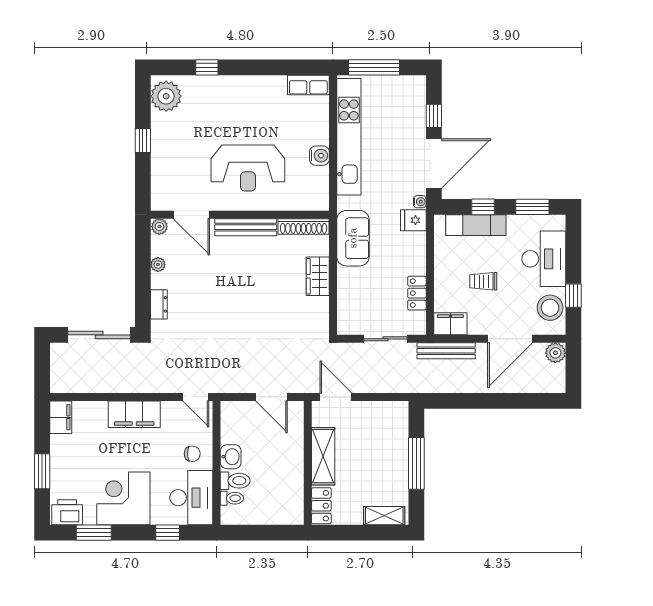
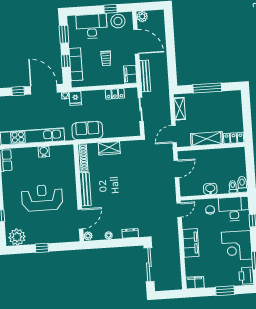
reception desk: (248, 168) -> (42, 198), moved, turned -90
toilet: (235, 481) -> (242, 184), moved
shelving: (384, 516) -> (180, 109), moved

